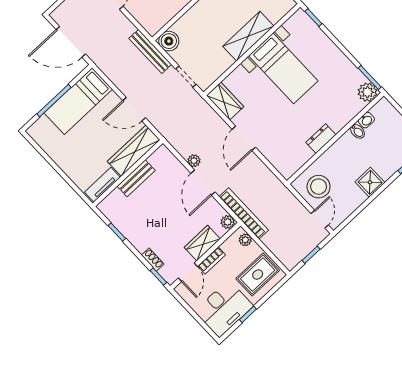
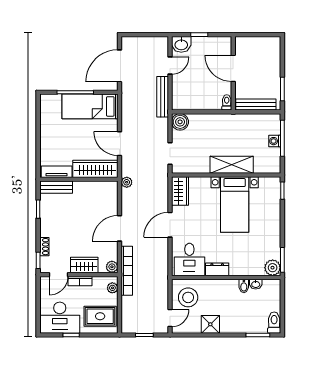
door: (71, 42) -> (120, 66), hinge flipped
bench: (150, 51) -> (163, 97), moved
desk: (289, 153) -> (189, 259), added
plant: (194, 161) -> (127, 182), moved
bench: (136, 178) -> (56, 187), moved
shower: (370, 182) -> (210, 324), moved

